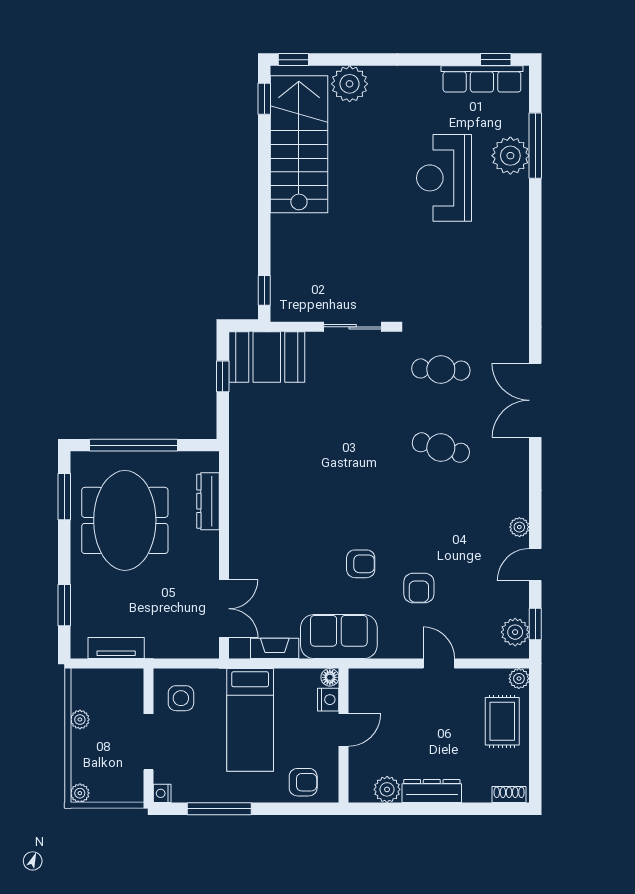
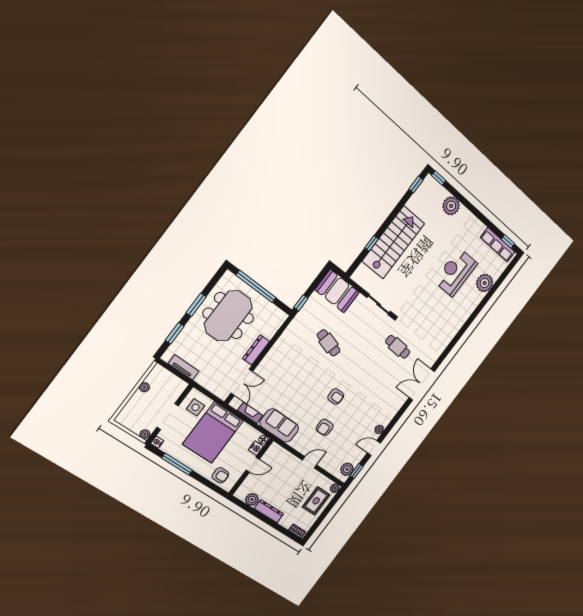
stairs: (299, 144) -> (393, 242), moved
window: (535, 146) -> (496, 286), removed
window: (264, 290) -> (372, 243), moved
window: (223, 376) -> (301, 303), moved
cafe table: (441, 448) -> (329, 343), moved
window: (64, 497) -> (196, 305), moved
dresser: (208, 501) -> (256, 350), moved
armchair: (361, 564) -> (336, 396), moved
door: (439, 664) -> (310, 462), hinge flipped
bed: (250, 720) -> (213, 432), width x1.50
plant: (80, 793) -> (145, 434), moved

